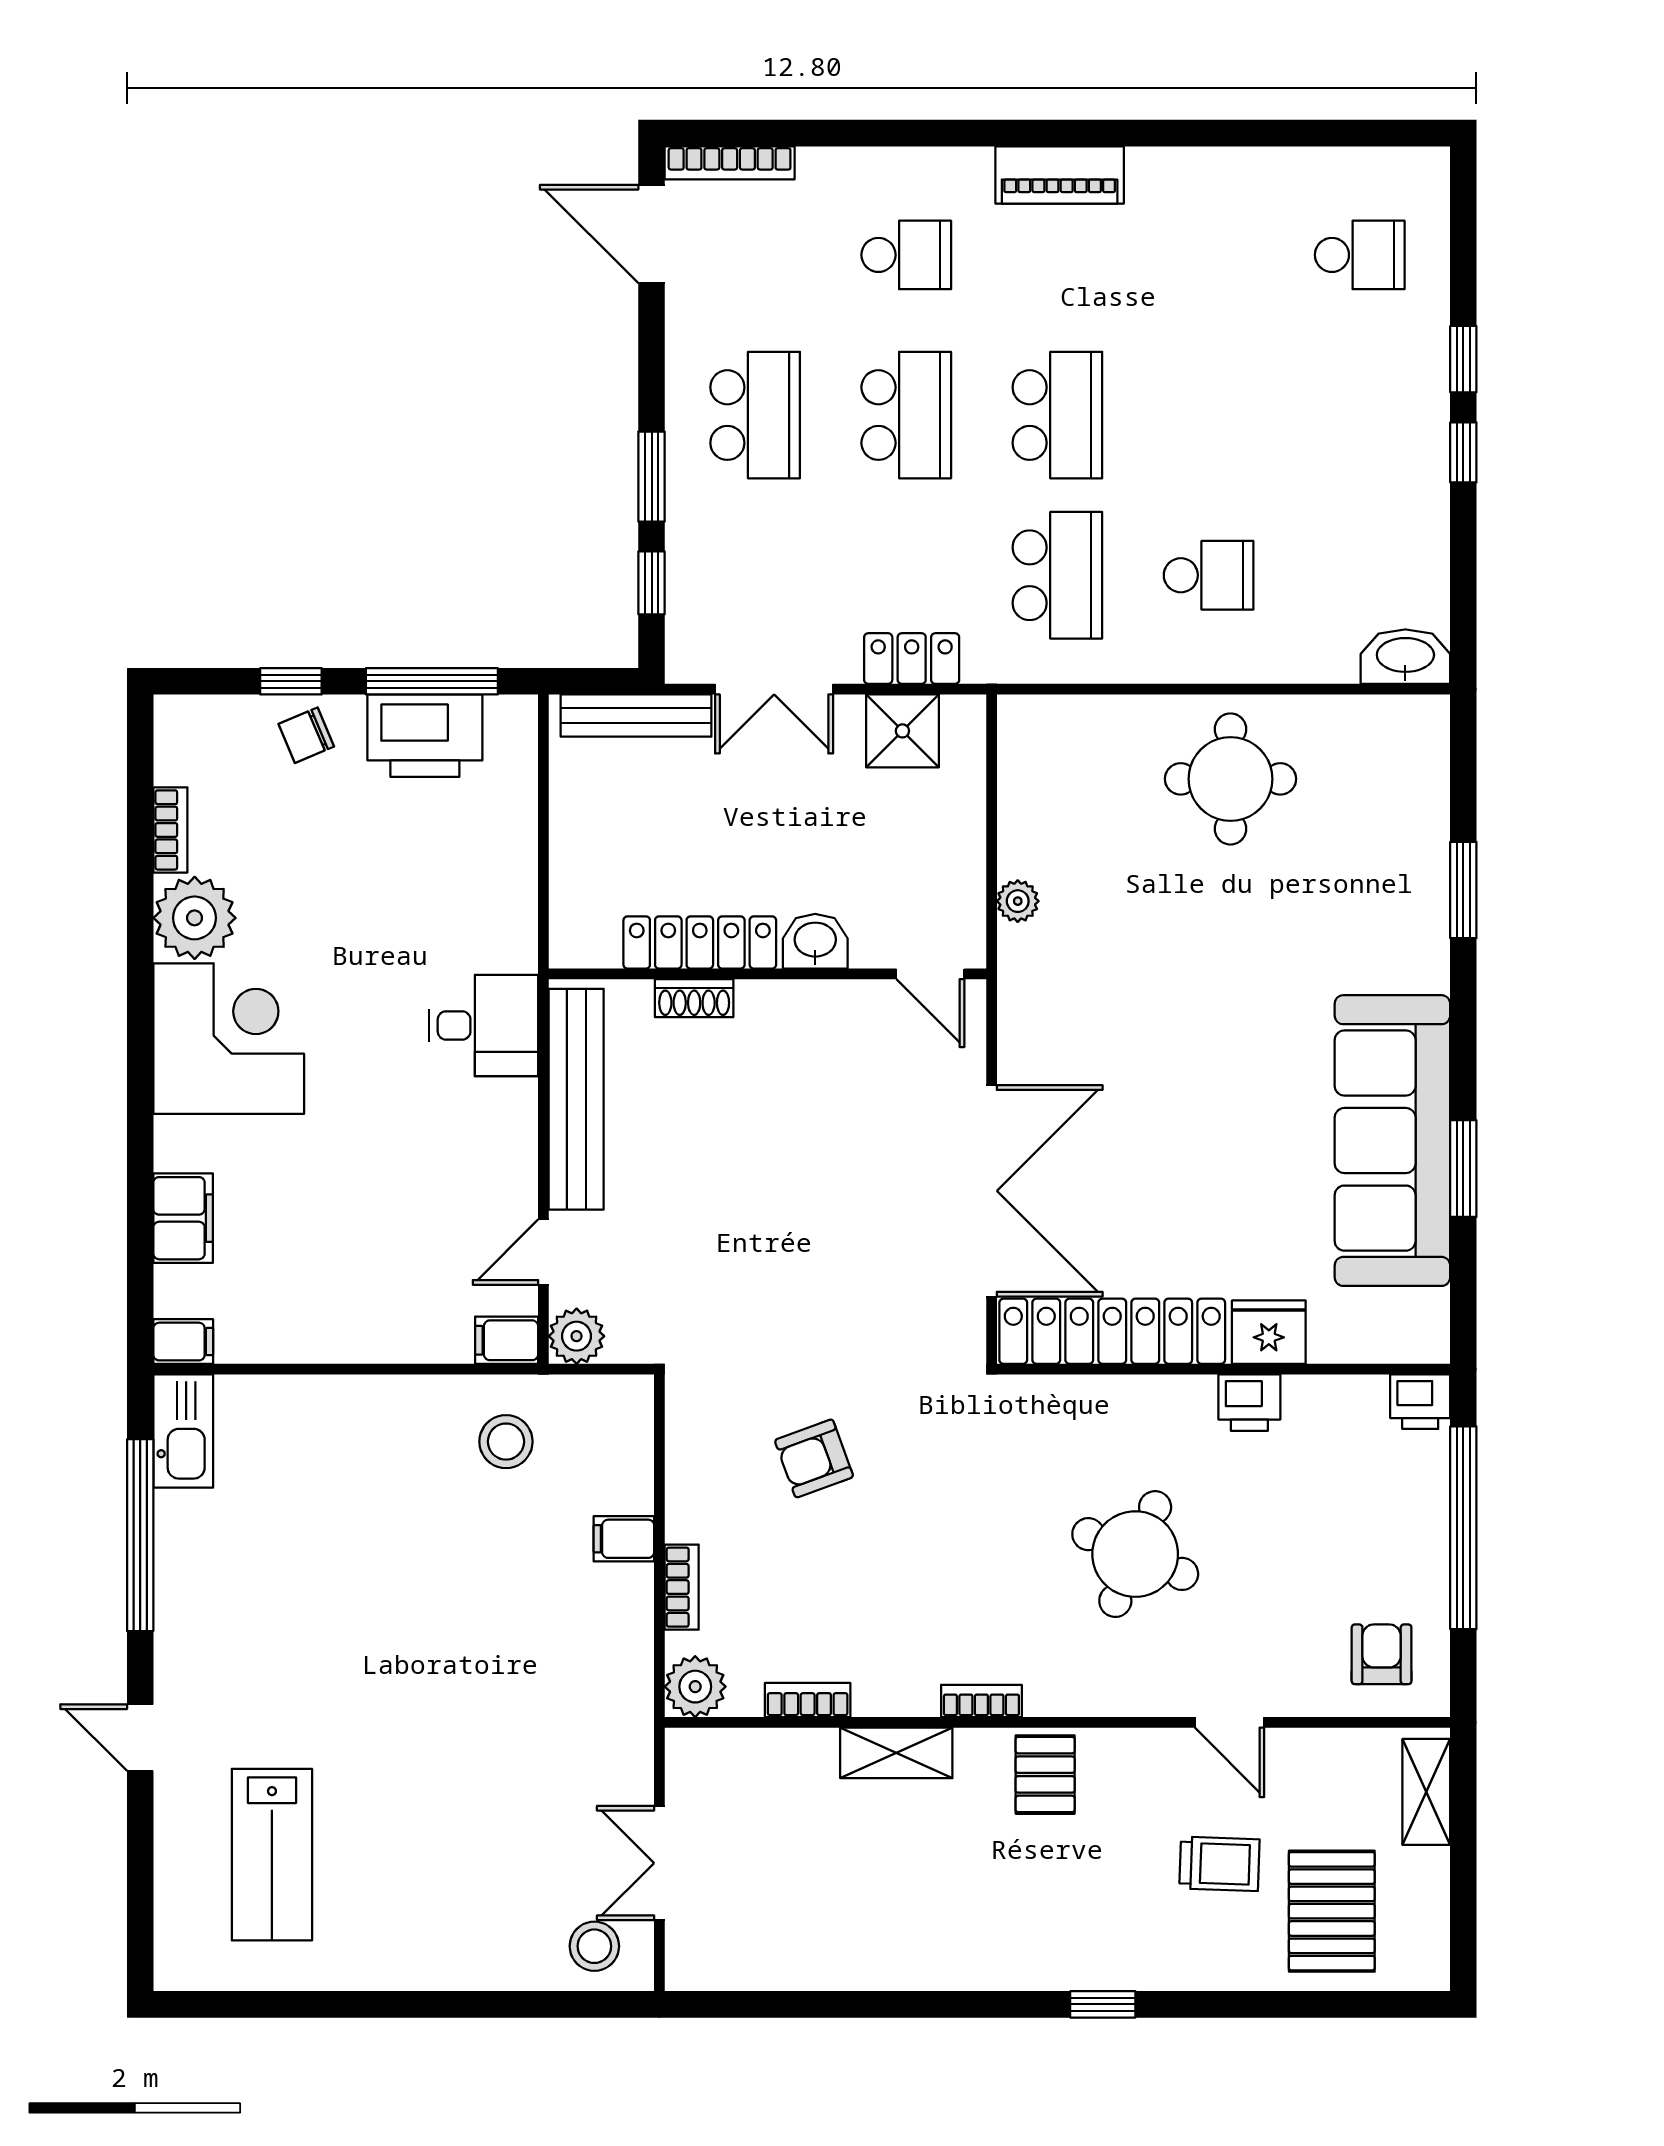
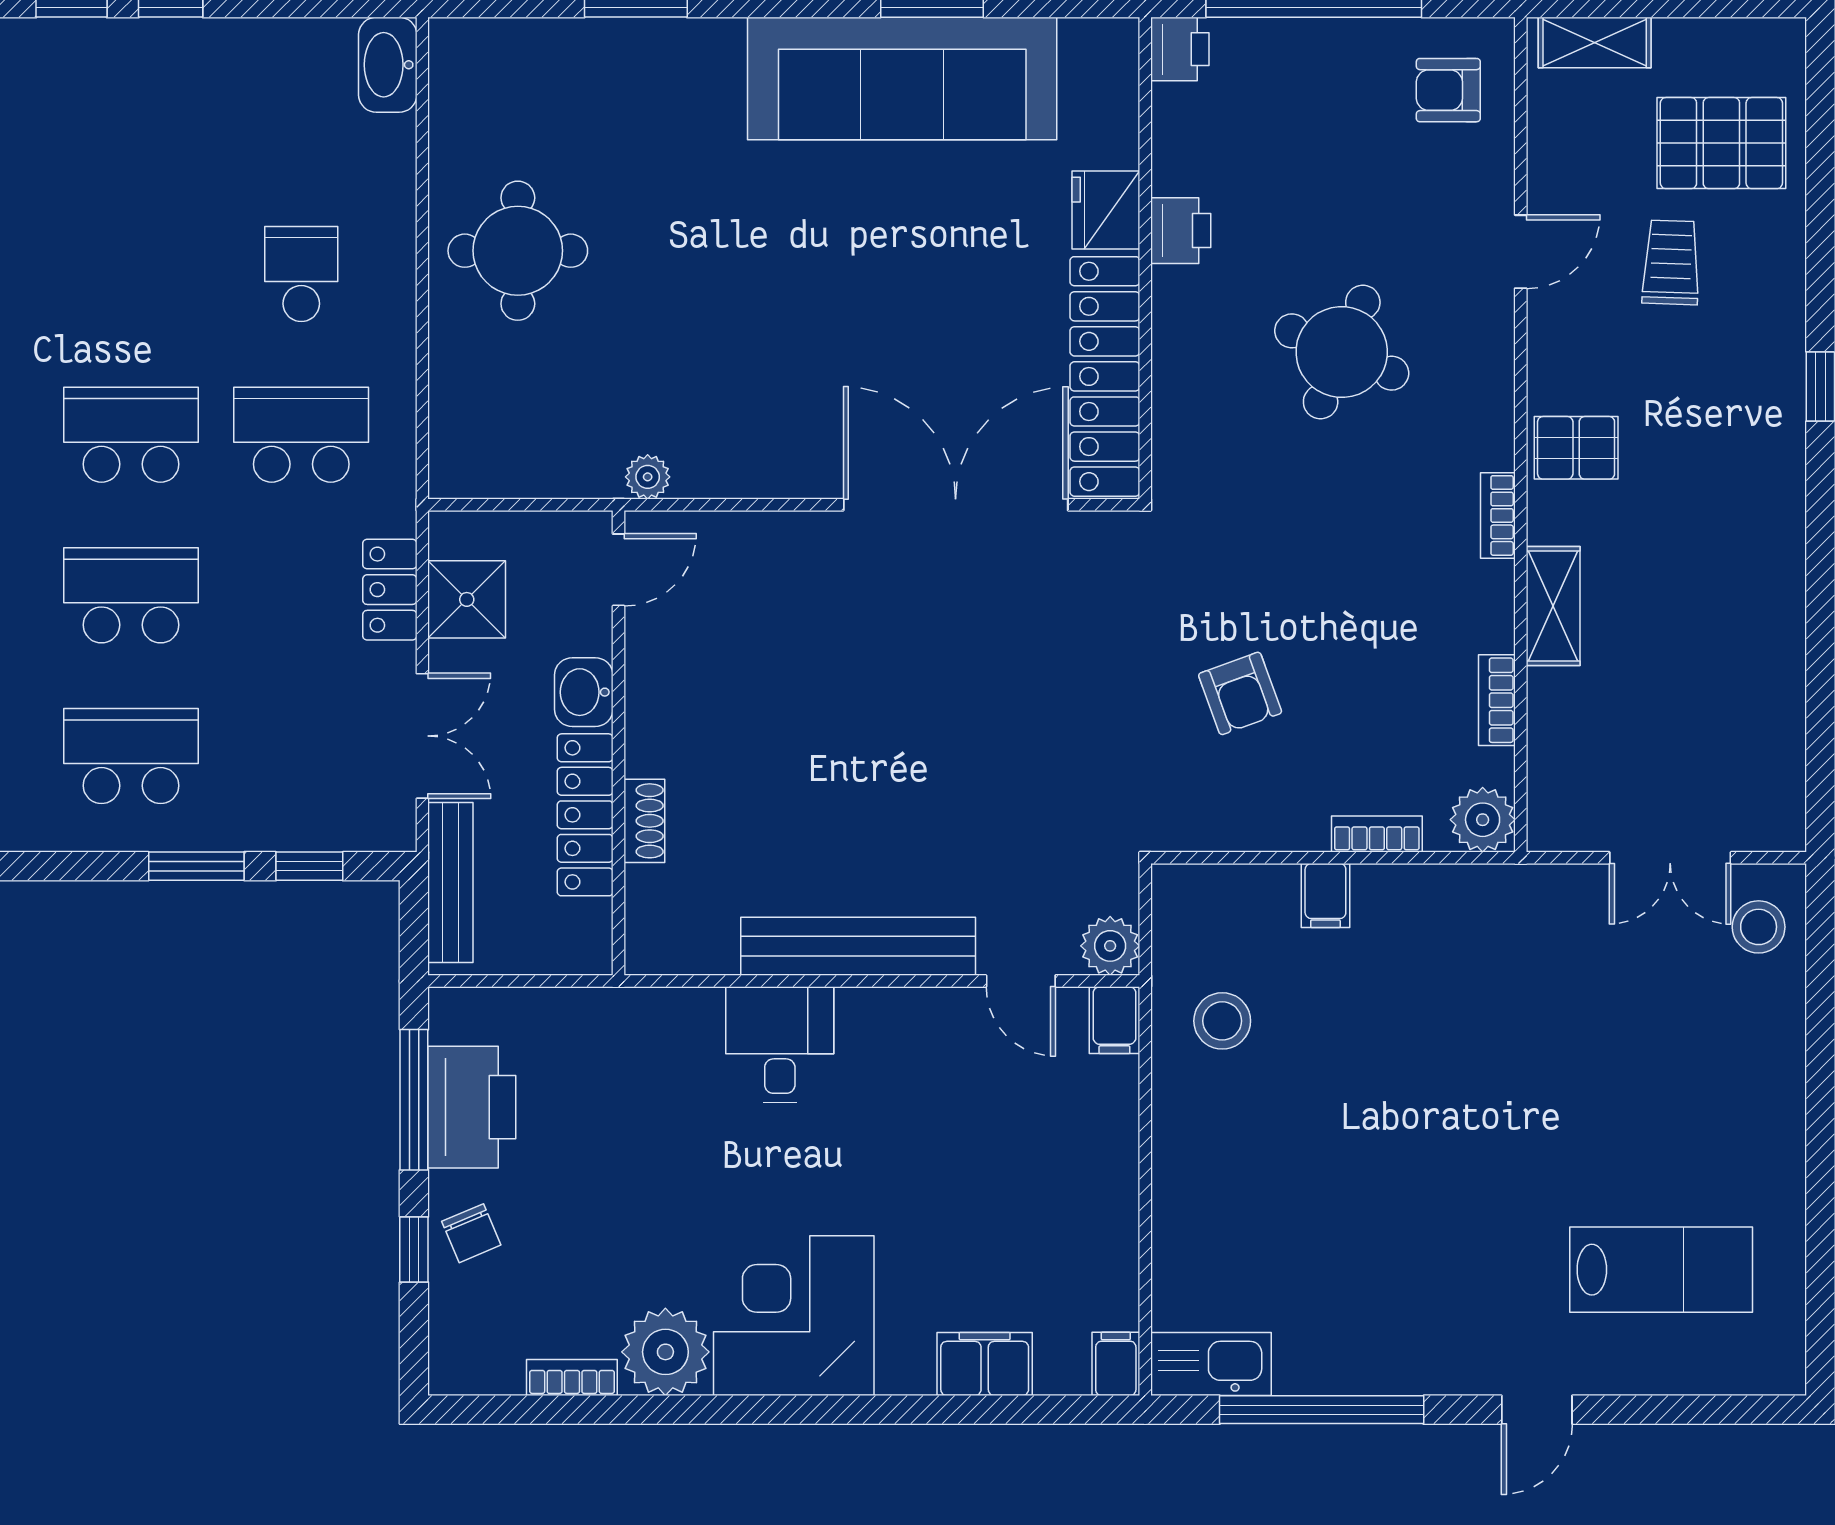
washbasin: (815, 941) -> (584, 692), moved
locker: (700, 942) -> (585, 815), moved
wall: (767, 974) -> (619, 743), moved
door: (930, 974) -> (619, 570), moved
shoe rack: (694, 998) -> (644, 821), moved

